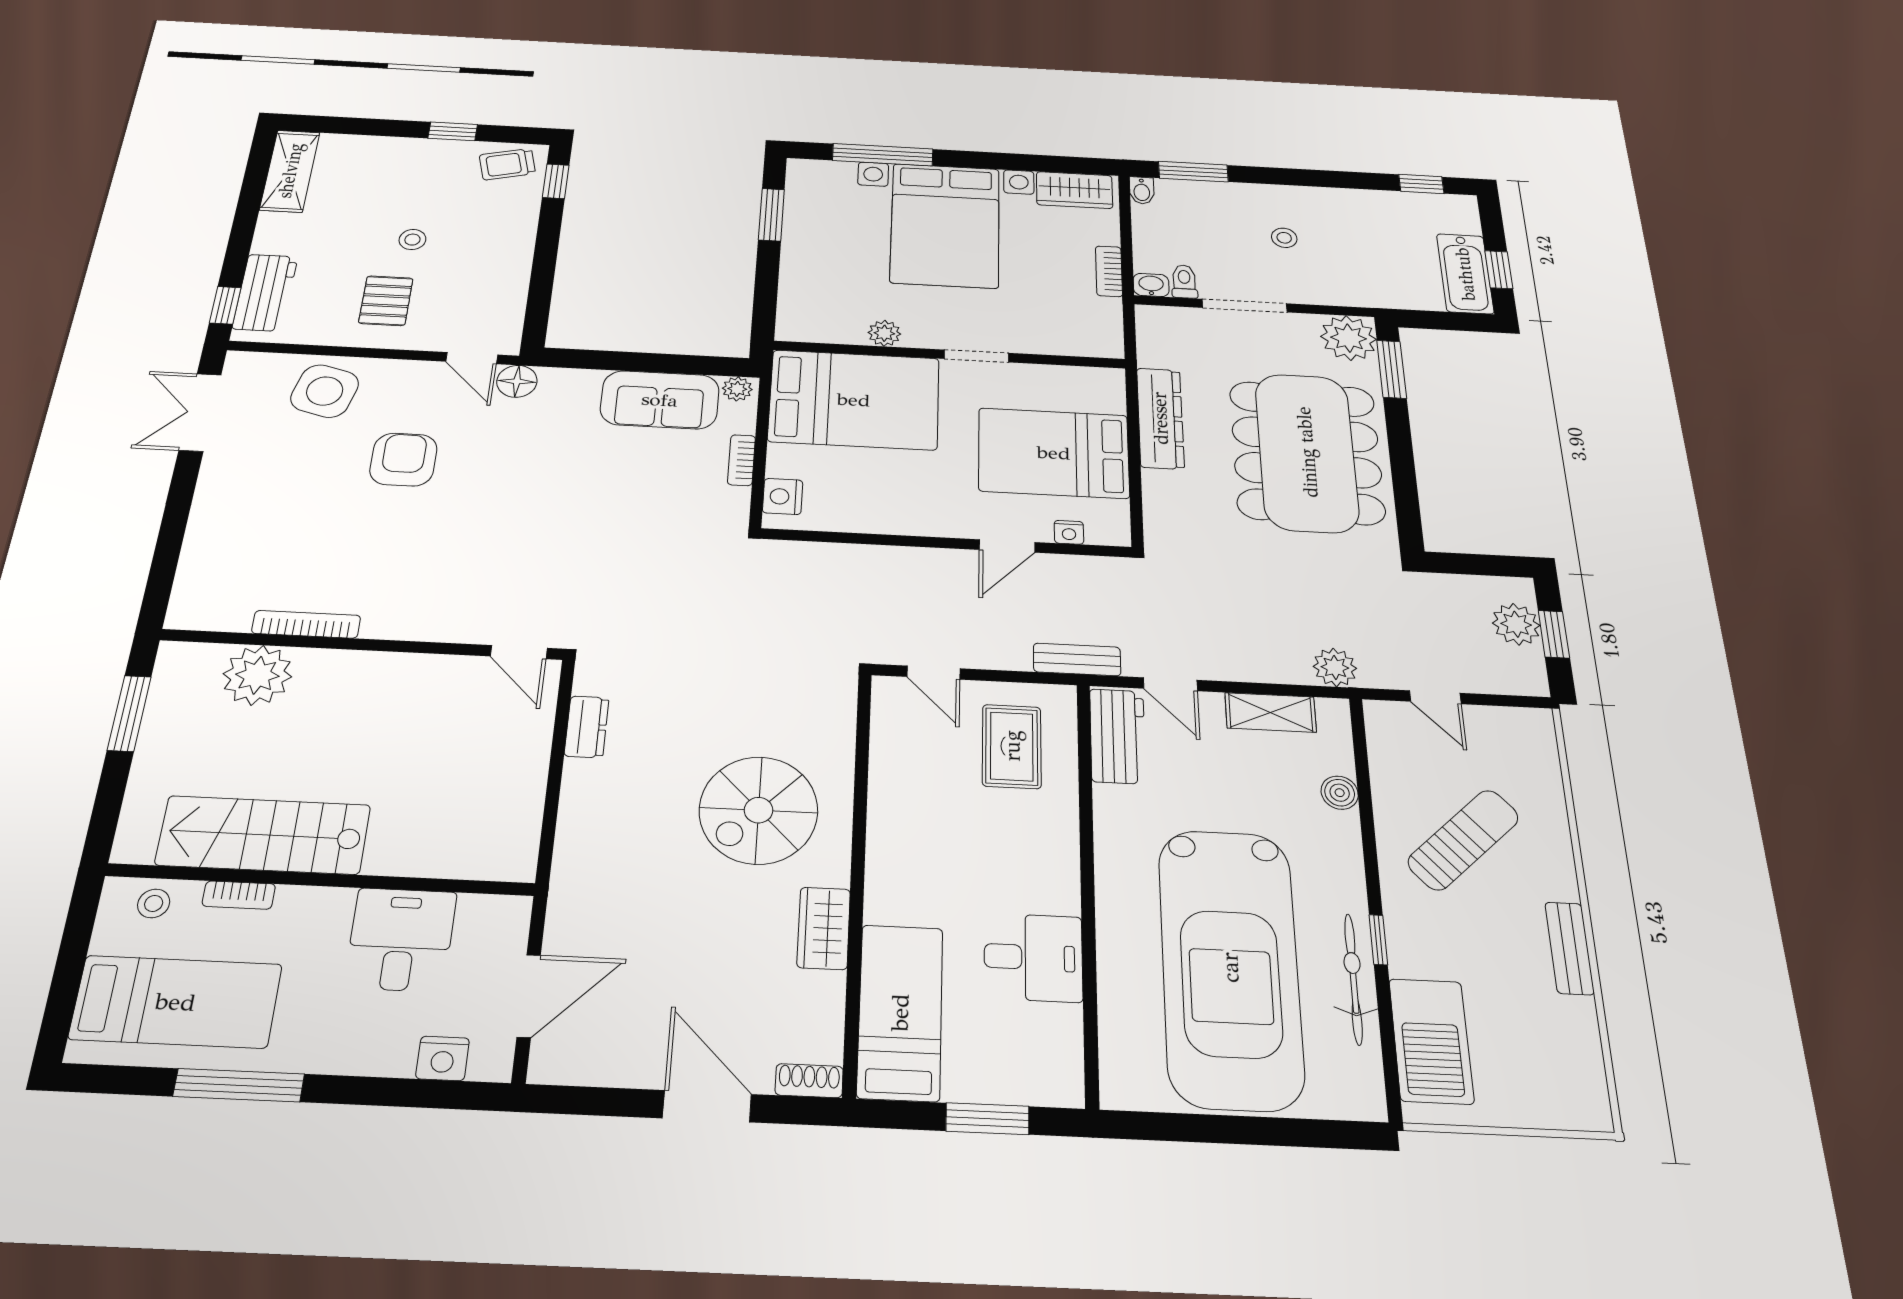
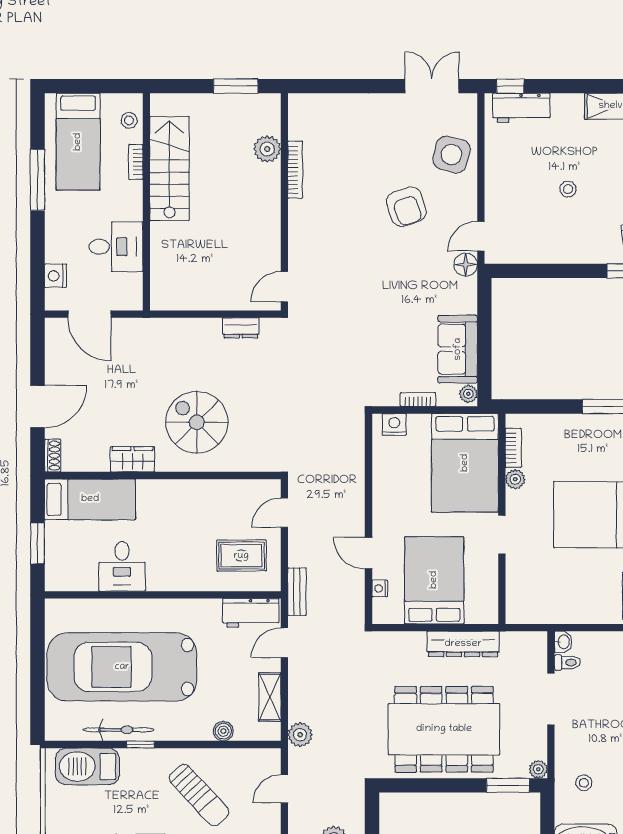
stool: (1284, 238) -> (584, 783), moved
bookcase: (1109, 271) -> (513, 448), moved, turned 90
pallet: (386, 301) -> (520, 180), removed
plant: (1349, 338) -> (538, 769), width x0.53, depth x0.53
armchair: (403, 460) -> (406, 207), turned 71
plant: (257, 675) -> (267, 149), width x0.73, depth x0.73

